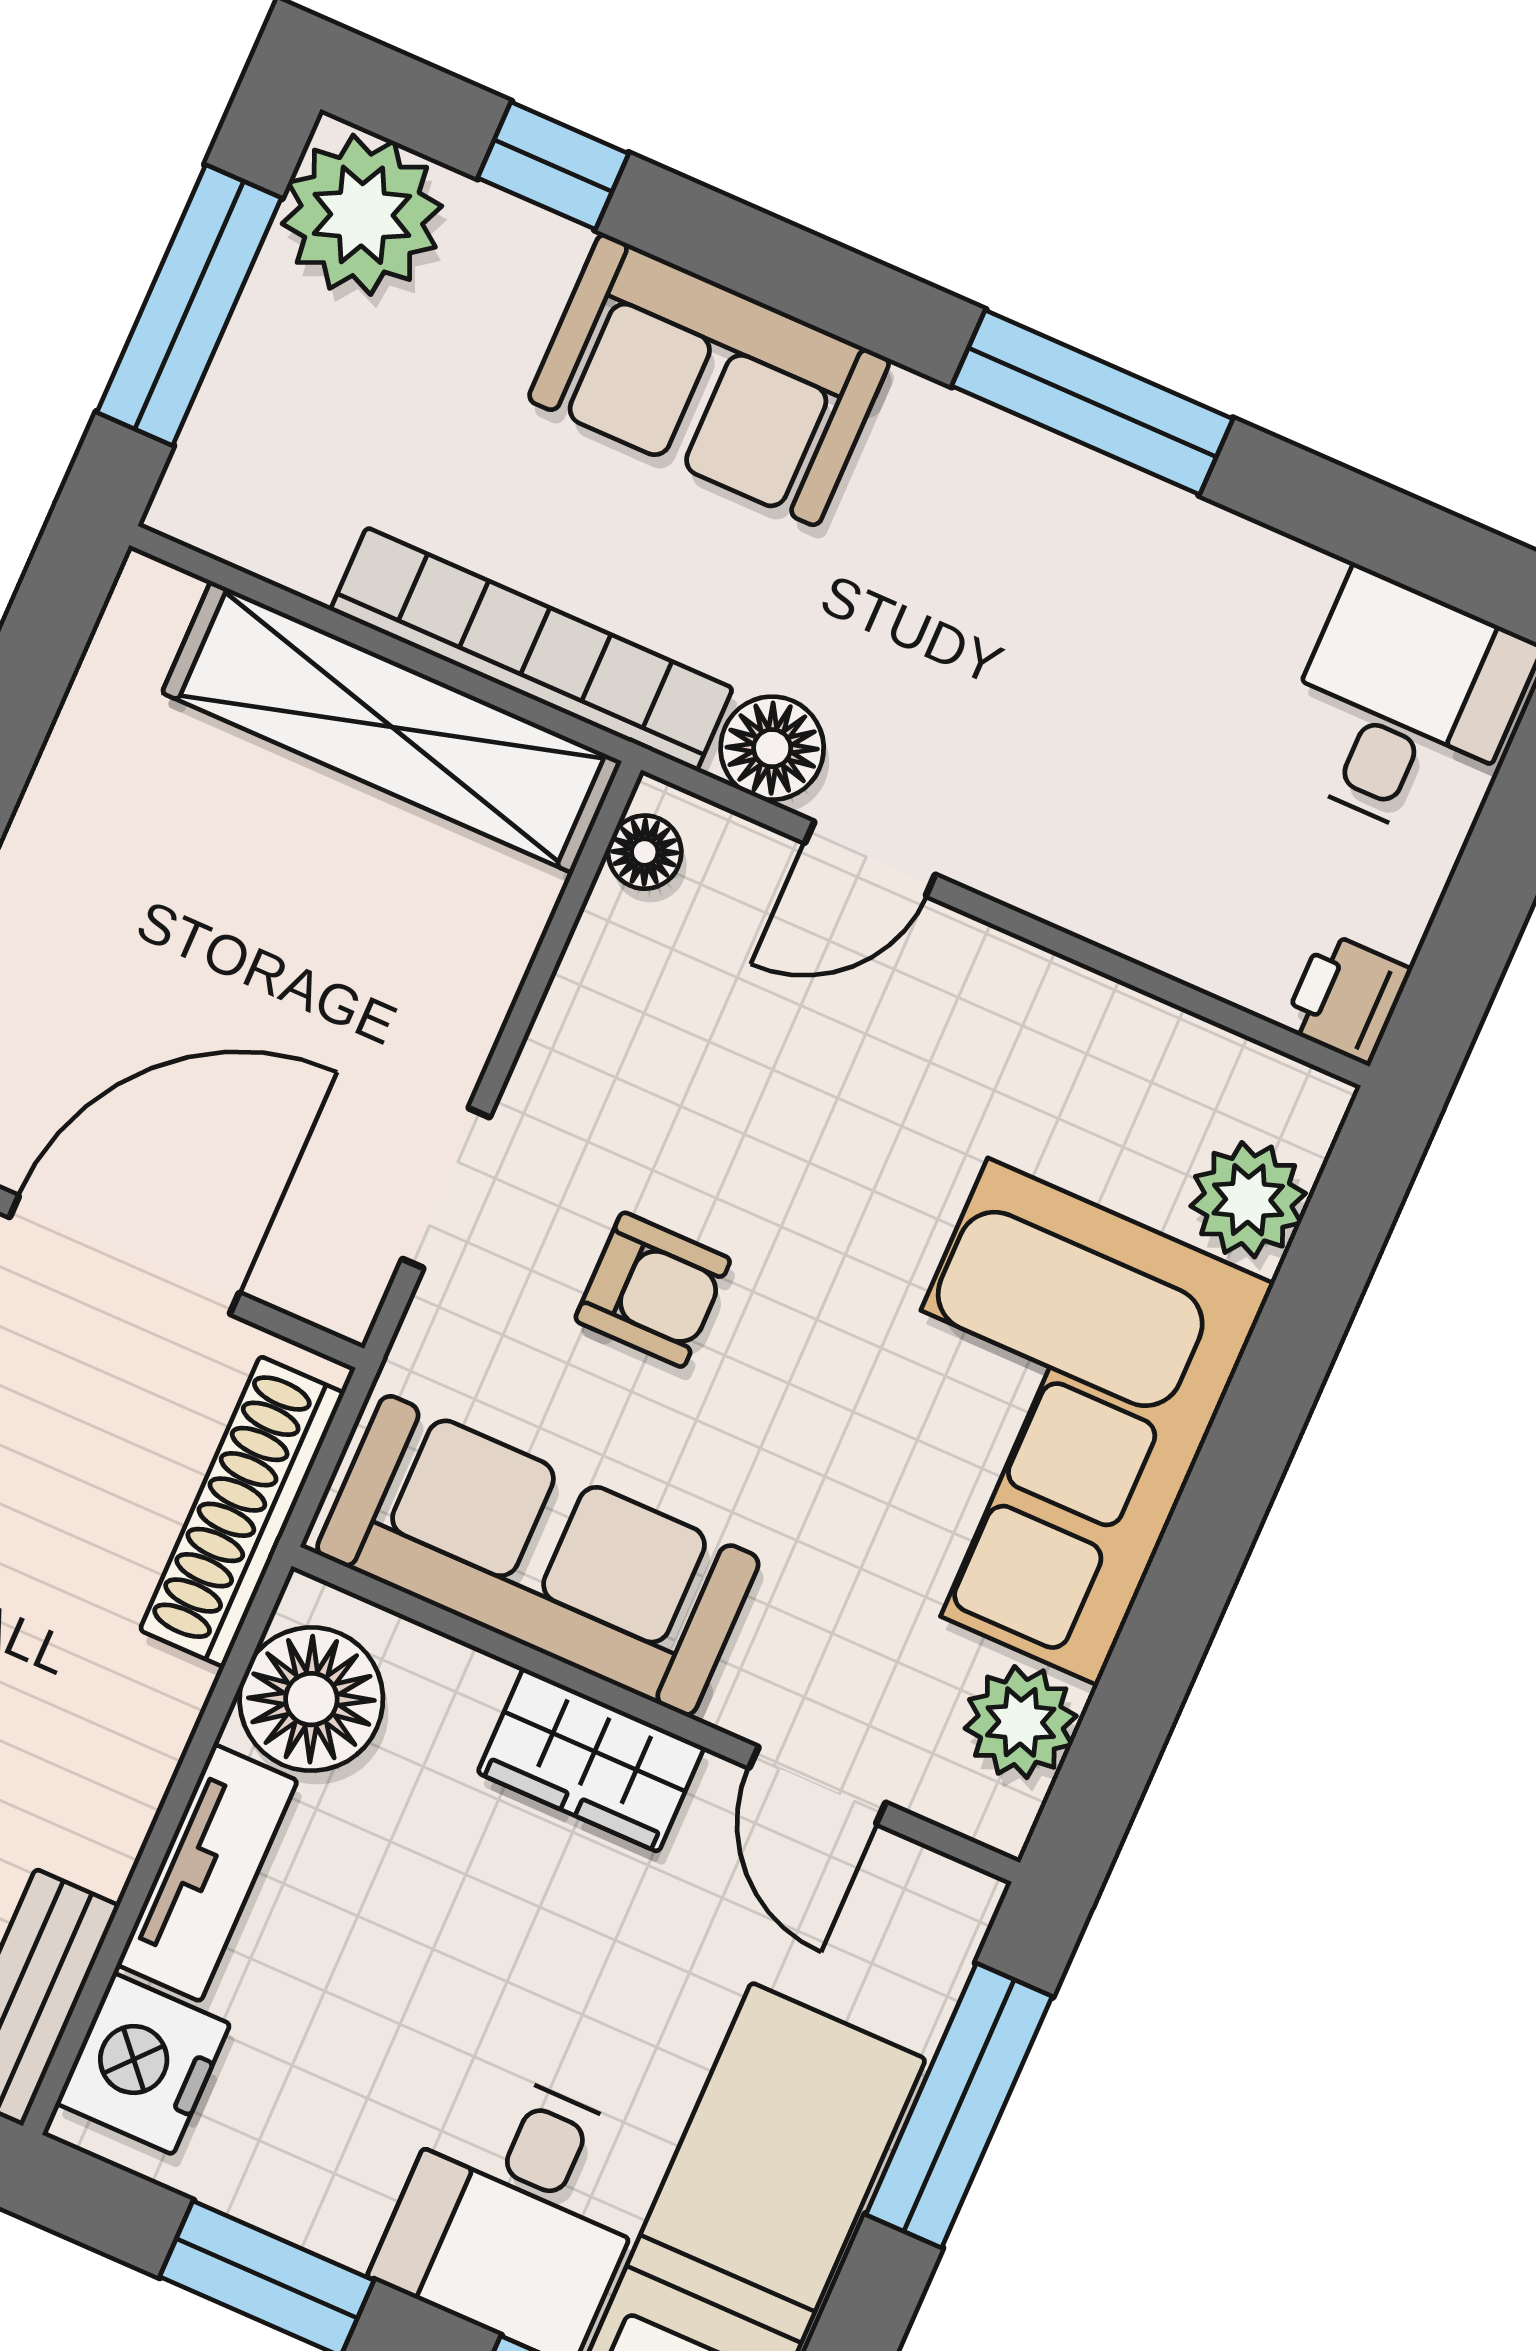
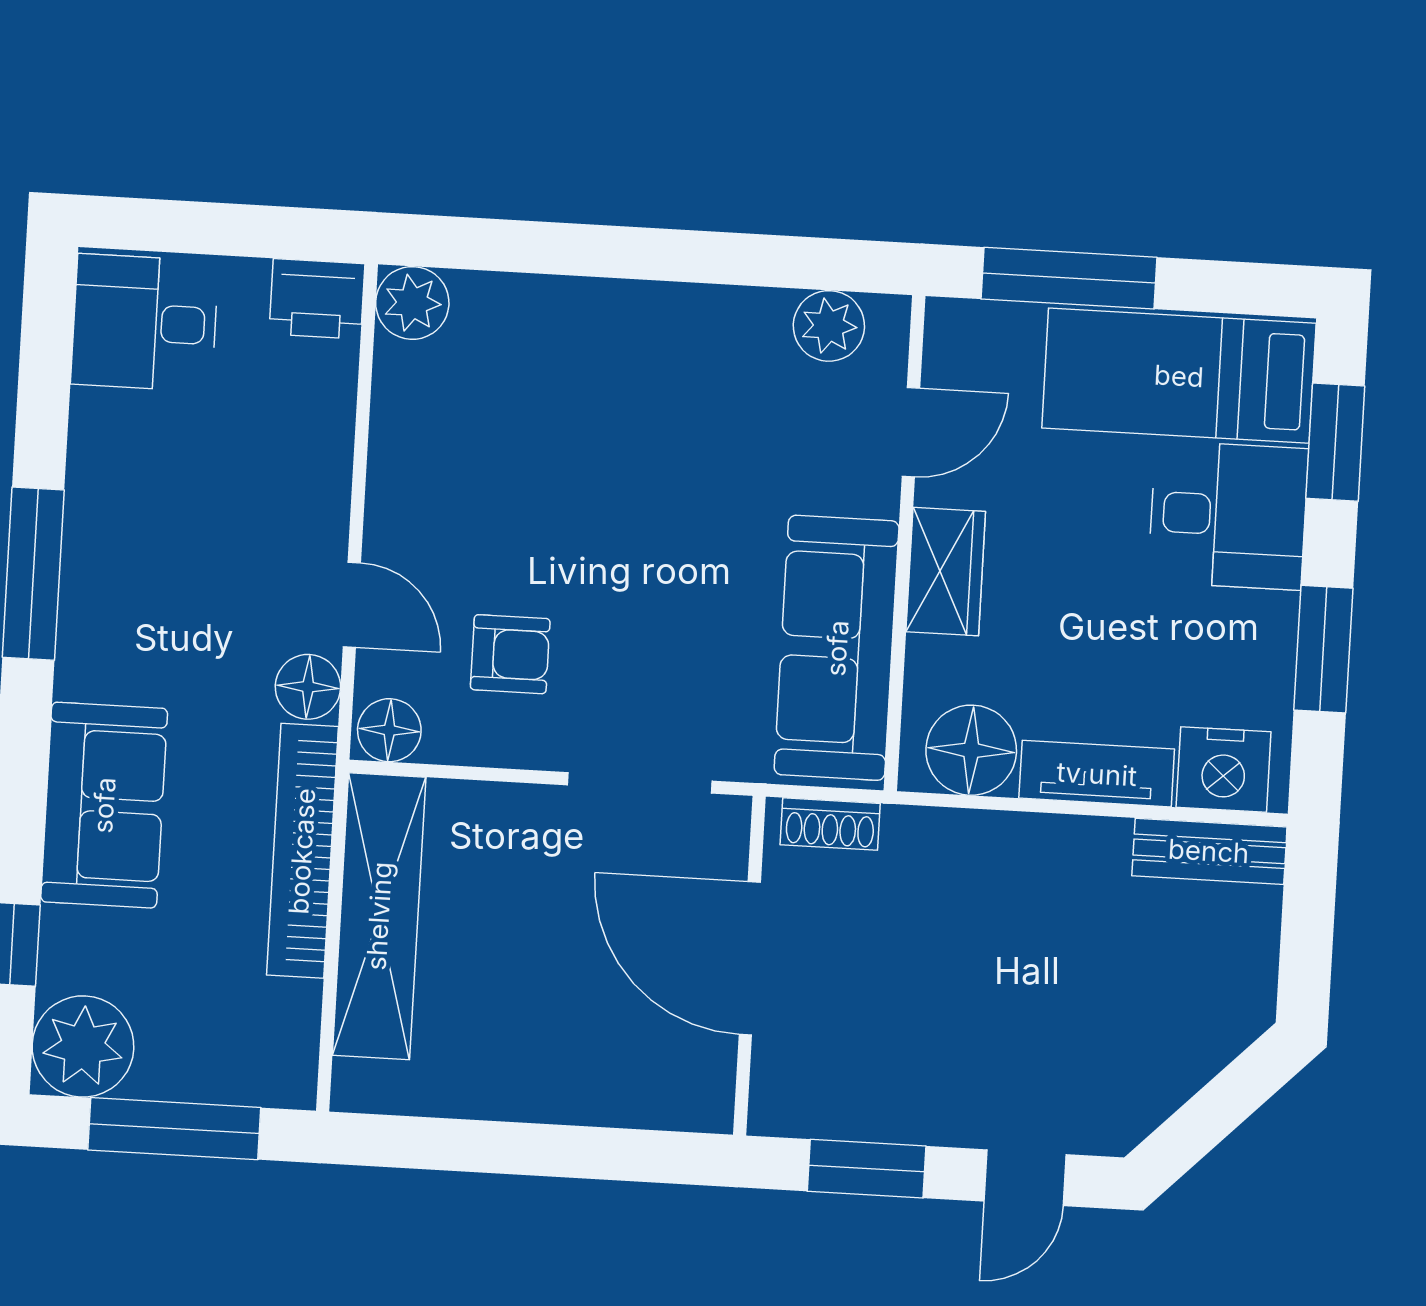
floor lamp: (645, 852) -> (389, 730), width x1.37, depth x1.37
printer: (1347, 998) -> (317, 299), width x1.36, depth x1.24
doorway: (446, 1188) -> (640, 783), width x1.38
plant: (1248, 1200) -> (412, 303), moved
armchair: (653, 1290) -> (510, 654), moved, turned 90
corner sofa: (1043, 1422) -> (646, 379), removed
shoe rack: (242, 1512) -> (830, 824), width x0.51, depth x0.81

